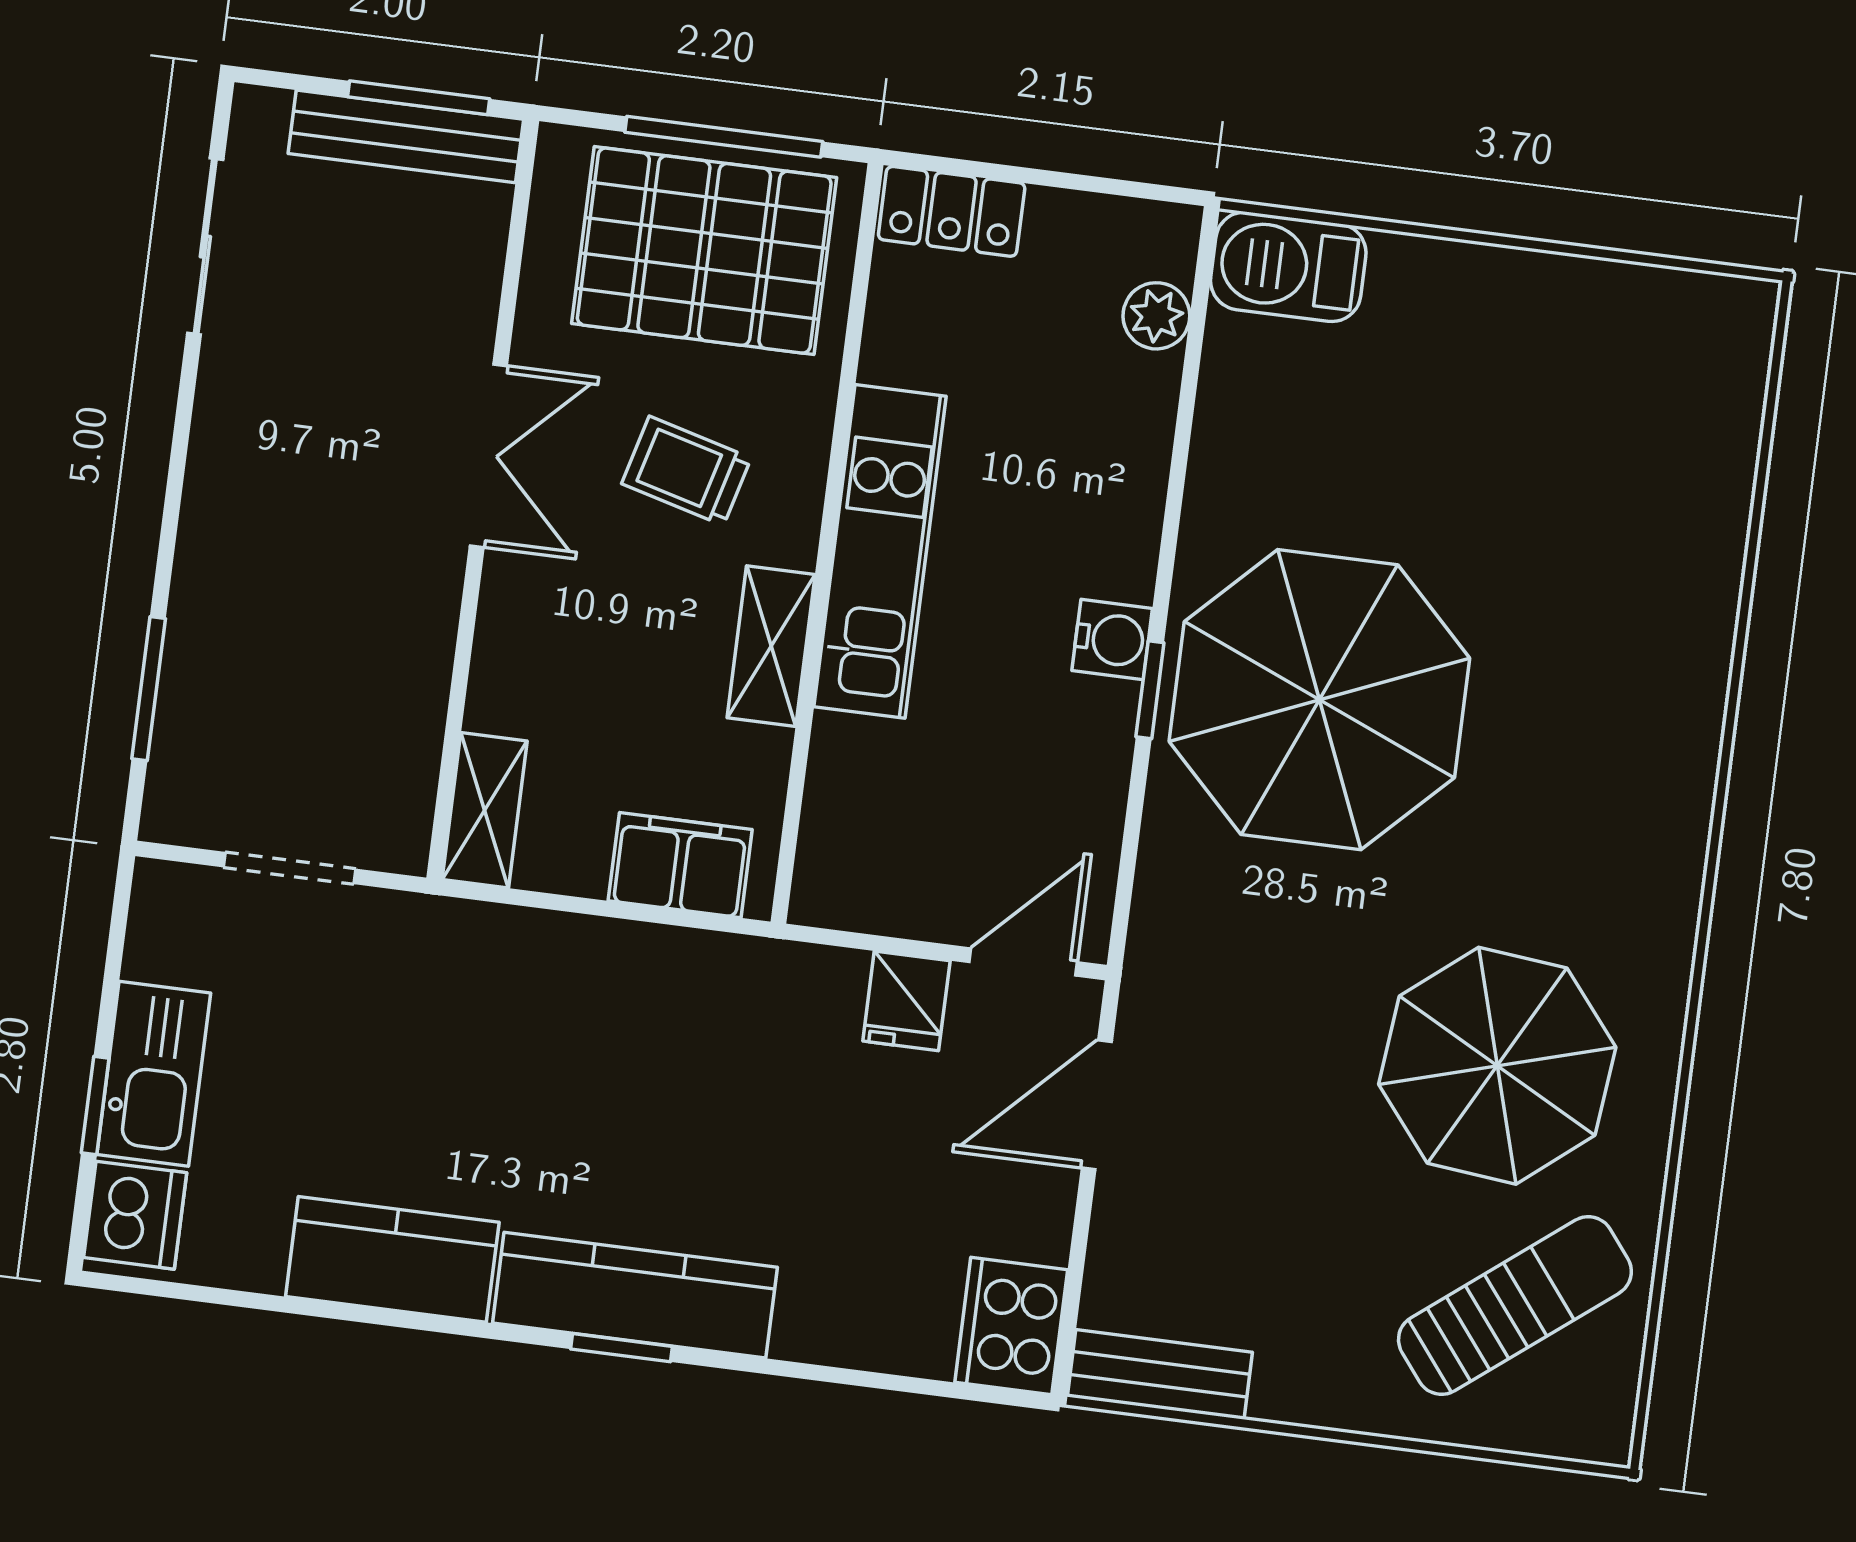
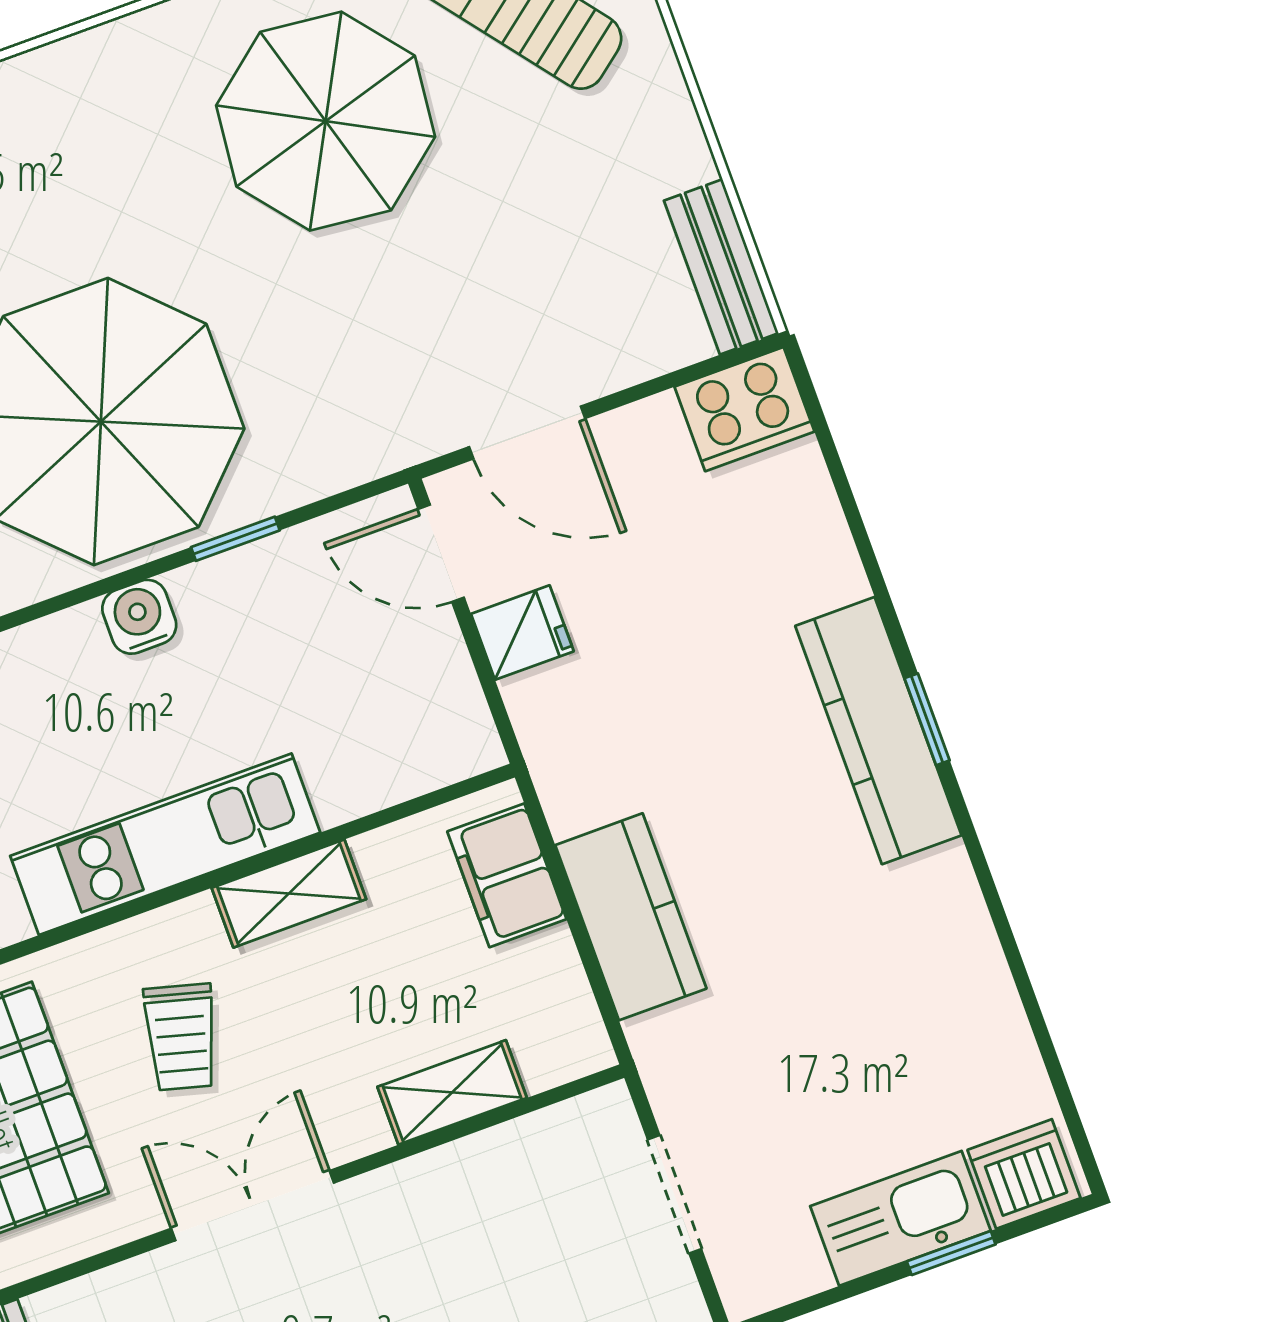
window: (1150, 690) -> (235, 539), moved
shelving: (485, 810) -> (452, 1092), moved
kitchen counter: (392, 1259) -> (631, 917), moved, turned 180

